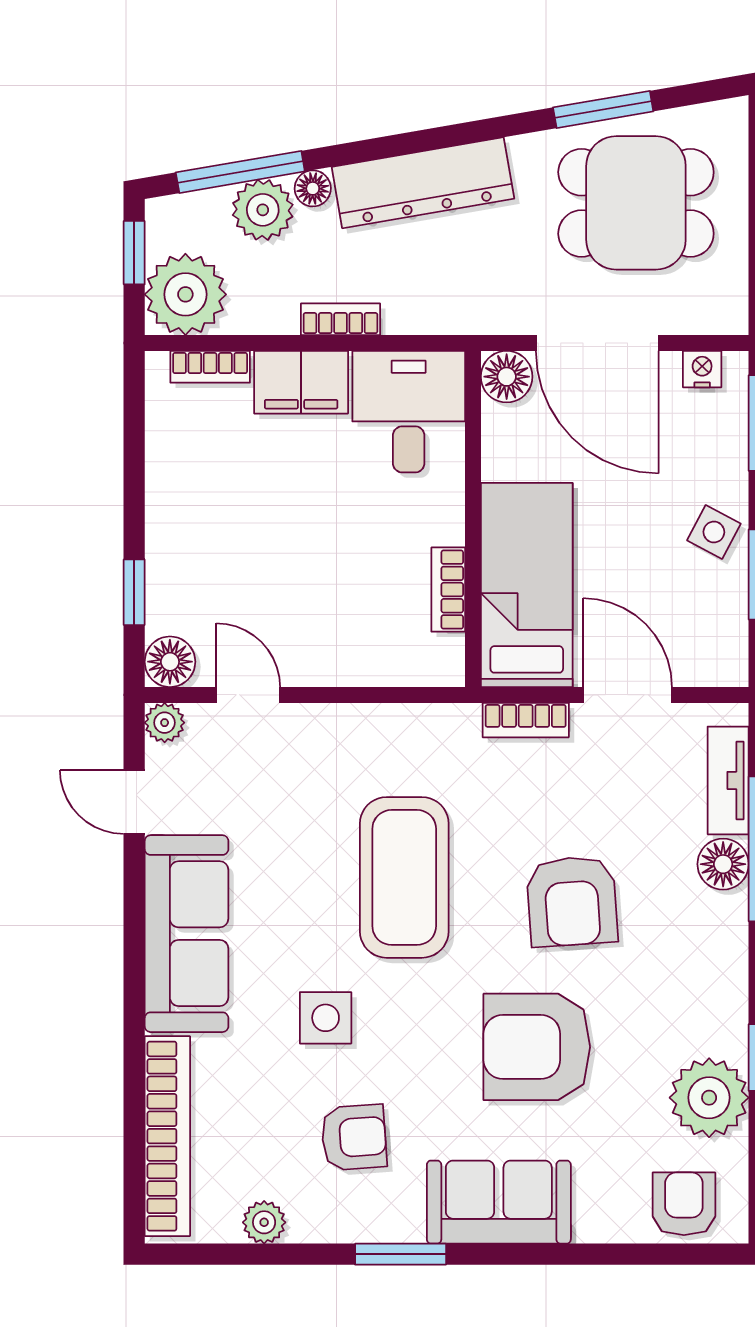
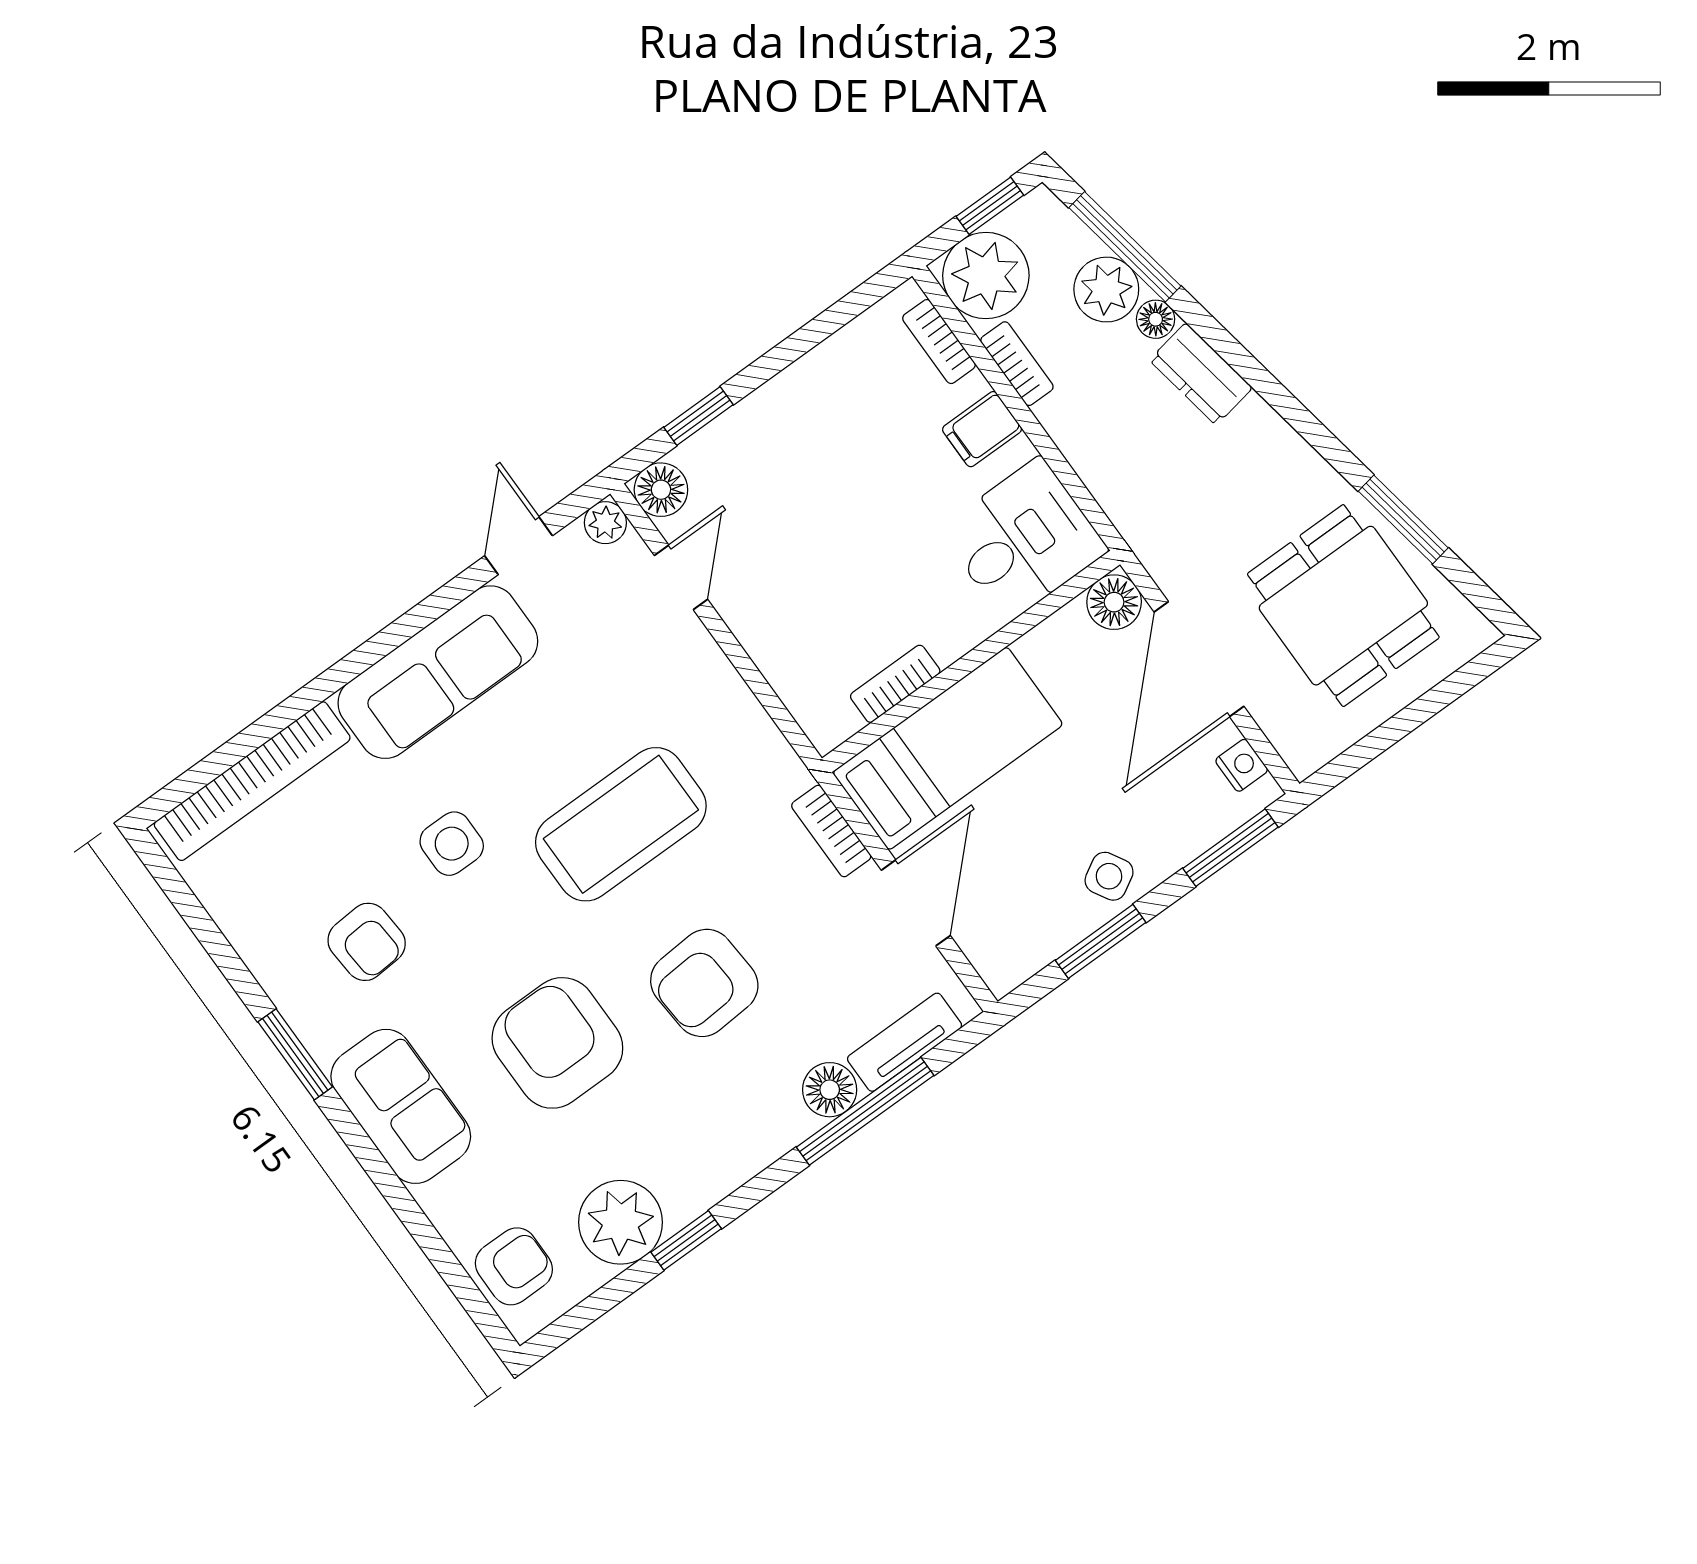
dresser: (423, 183) -> (1201, 374), width x0.51, depth x0.80
bookcase: (340, 319) -> (1017, 364), moved
filing cabinet: (301, 382) -> (982, 429), width x0.50
side table: (714, 532) -> (1109, 876), turned 32
plant: (264, 1222) -> (238, 917), removed

